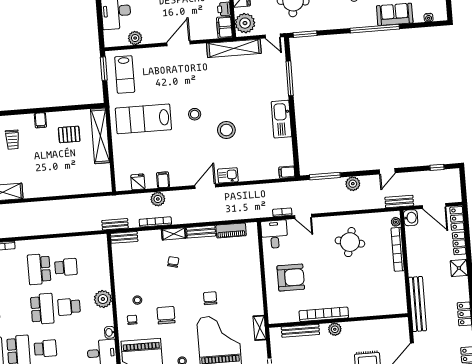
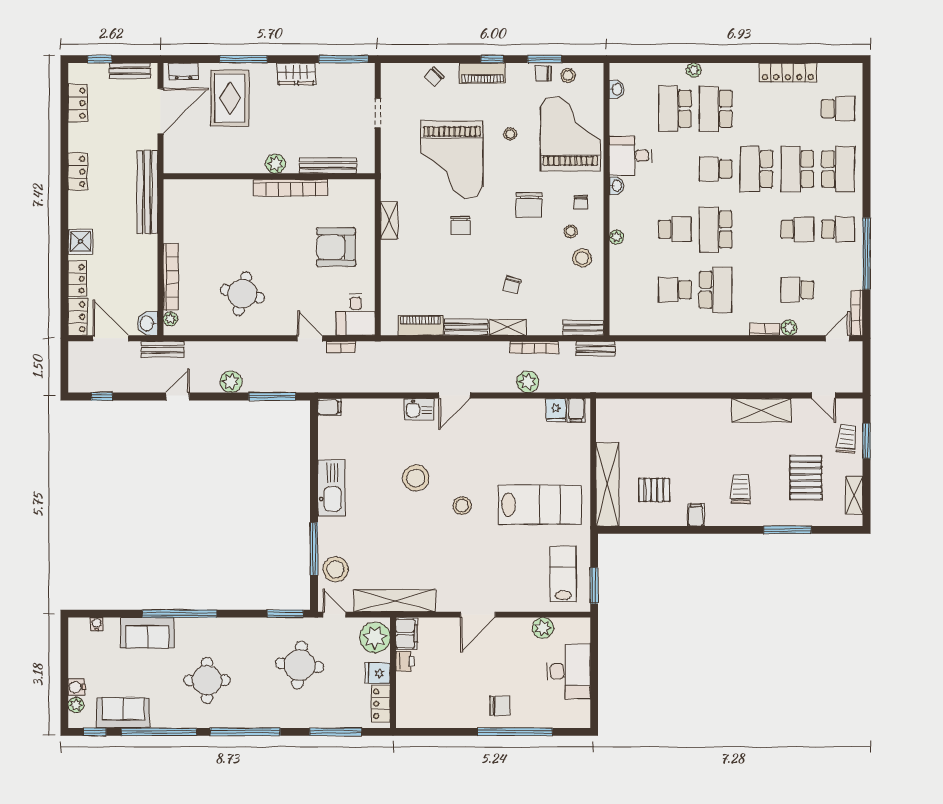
stool: (274, 66) -> (336, 569), added
filing cabinet: (163, 180) -> (576, 410), moved
stool: (128, 283) -> (582, 258), added
plant: (103, 299) -> (616, 237), width x0.53, depth x0.53
shelving: (260, 328) -> (389, 220), moved

